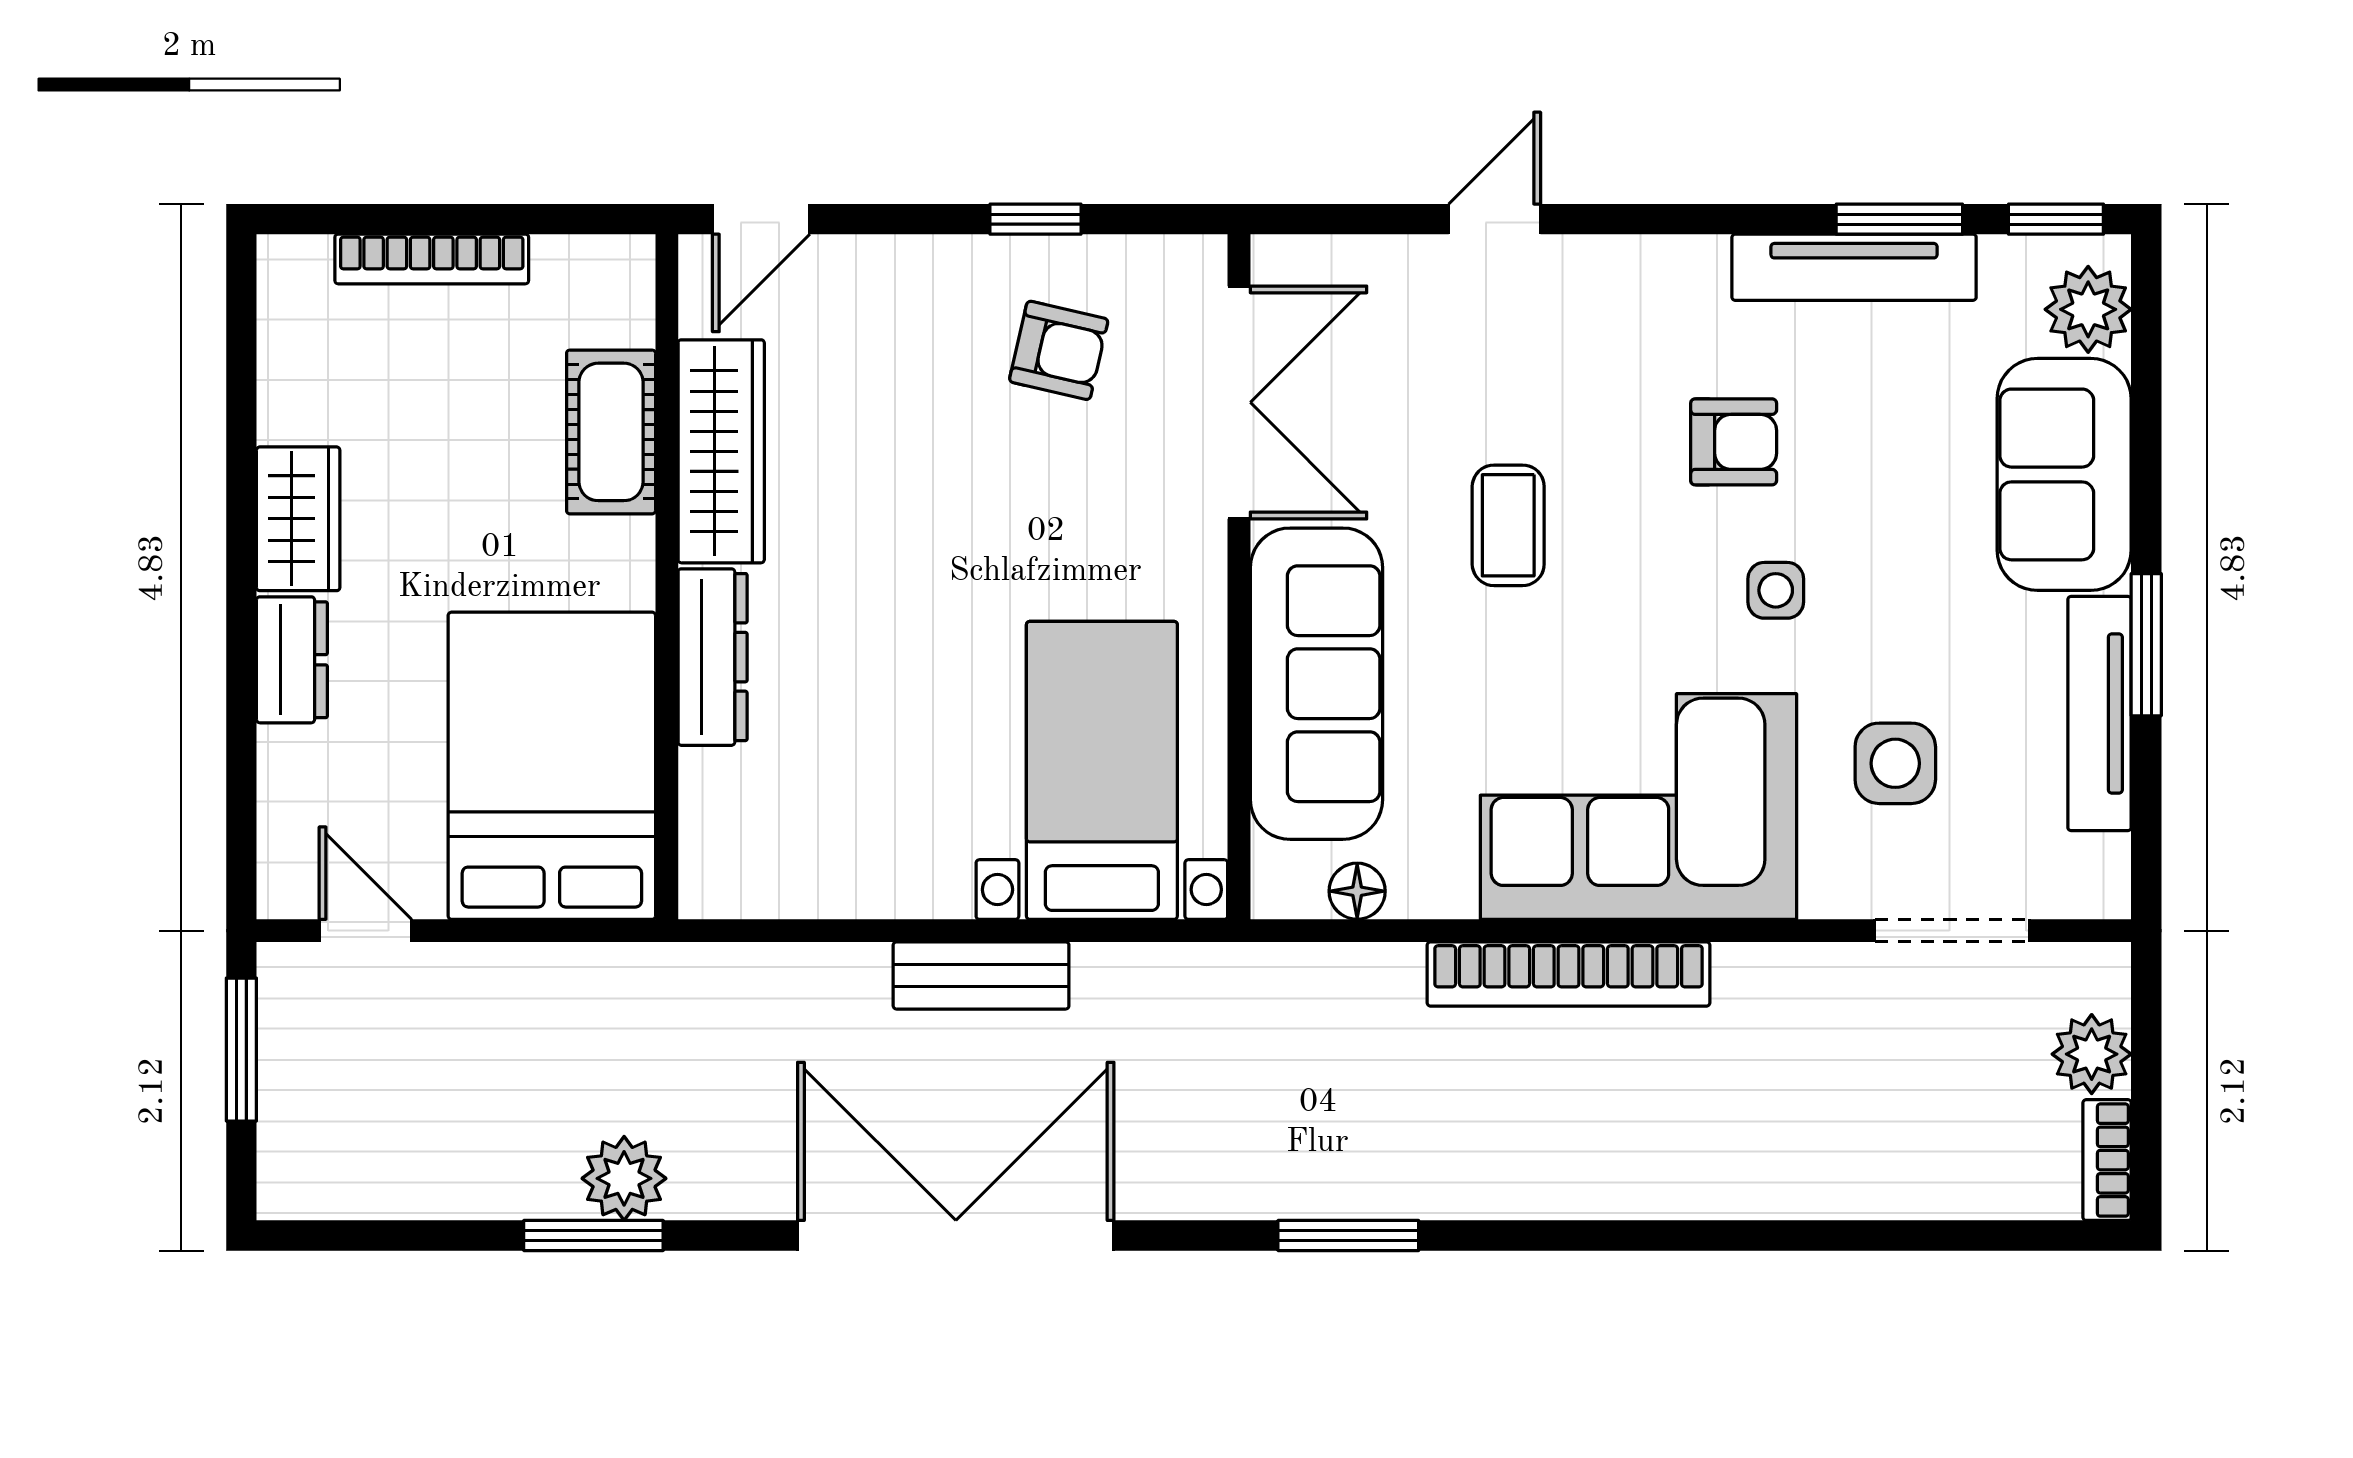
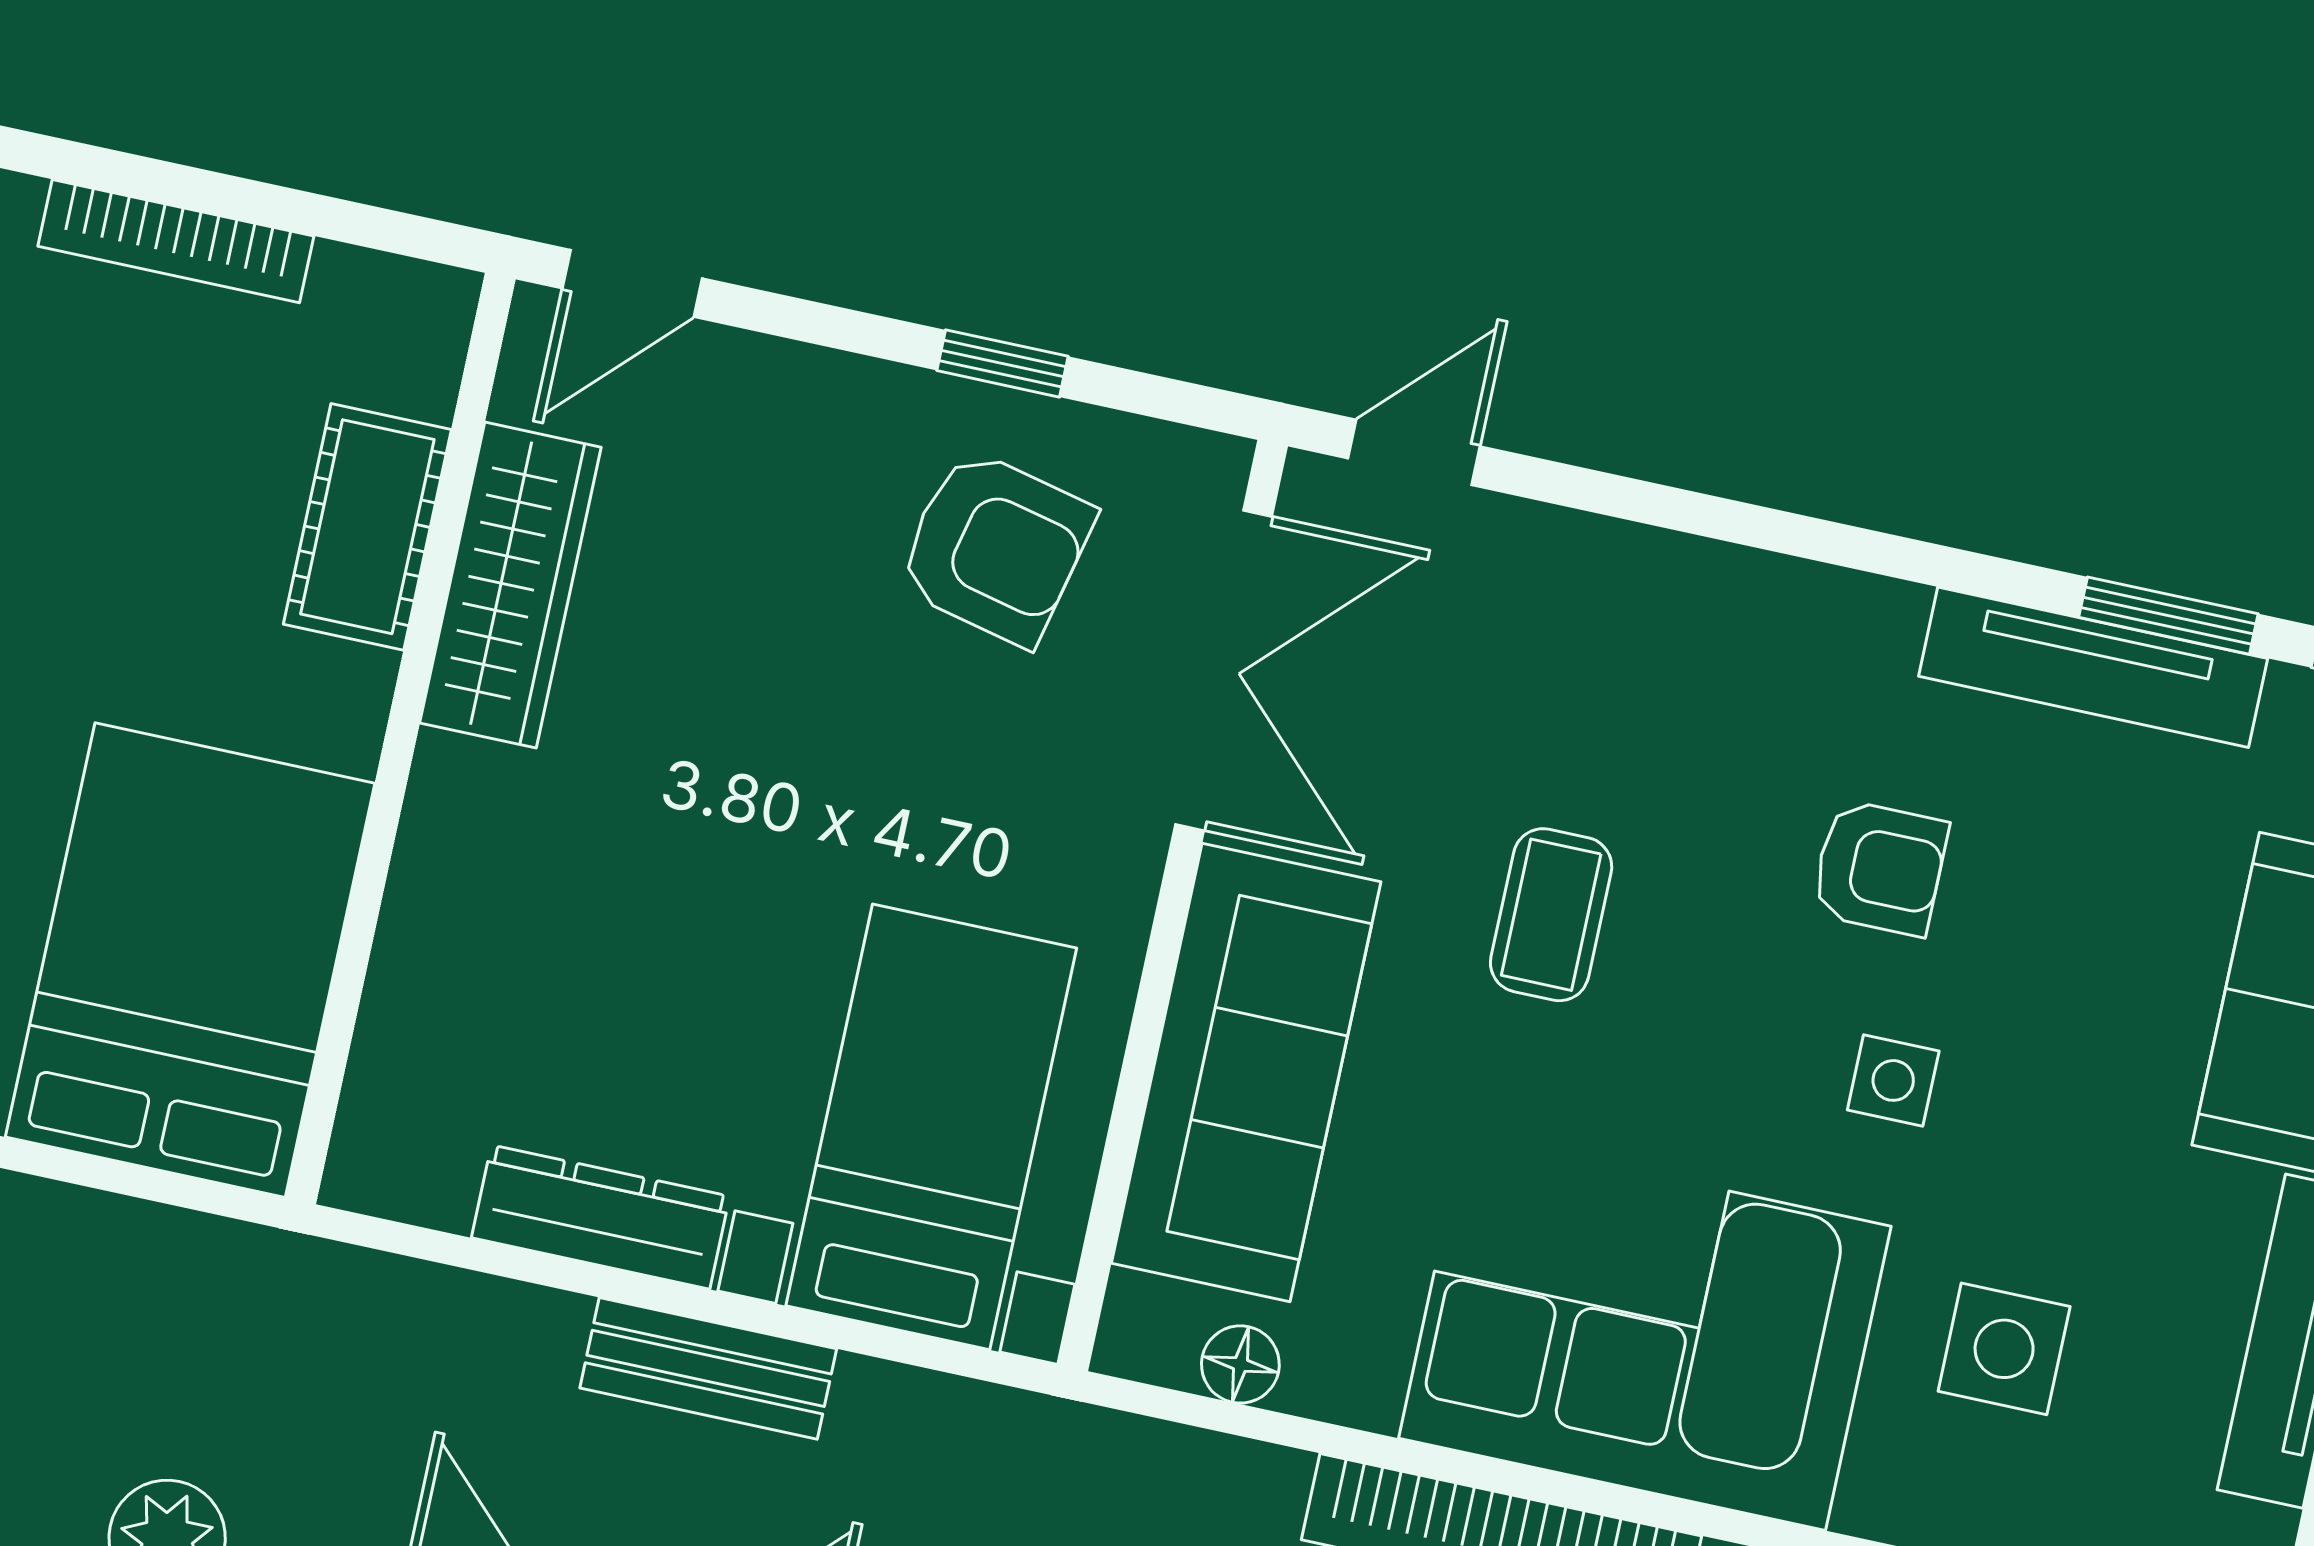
door: (1495, 219) -> (1414, 452), moved
armchair: (1059, 350) -> (995, 547), width x1.38, depth x1.38
dresser: (713, 657) -> (601, 1217), moved, turned -90

